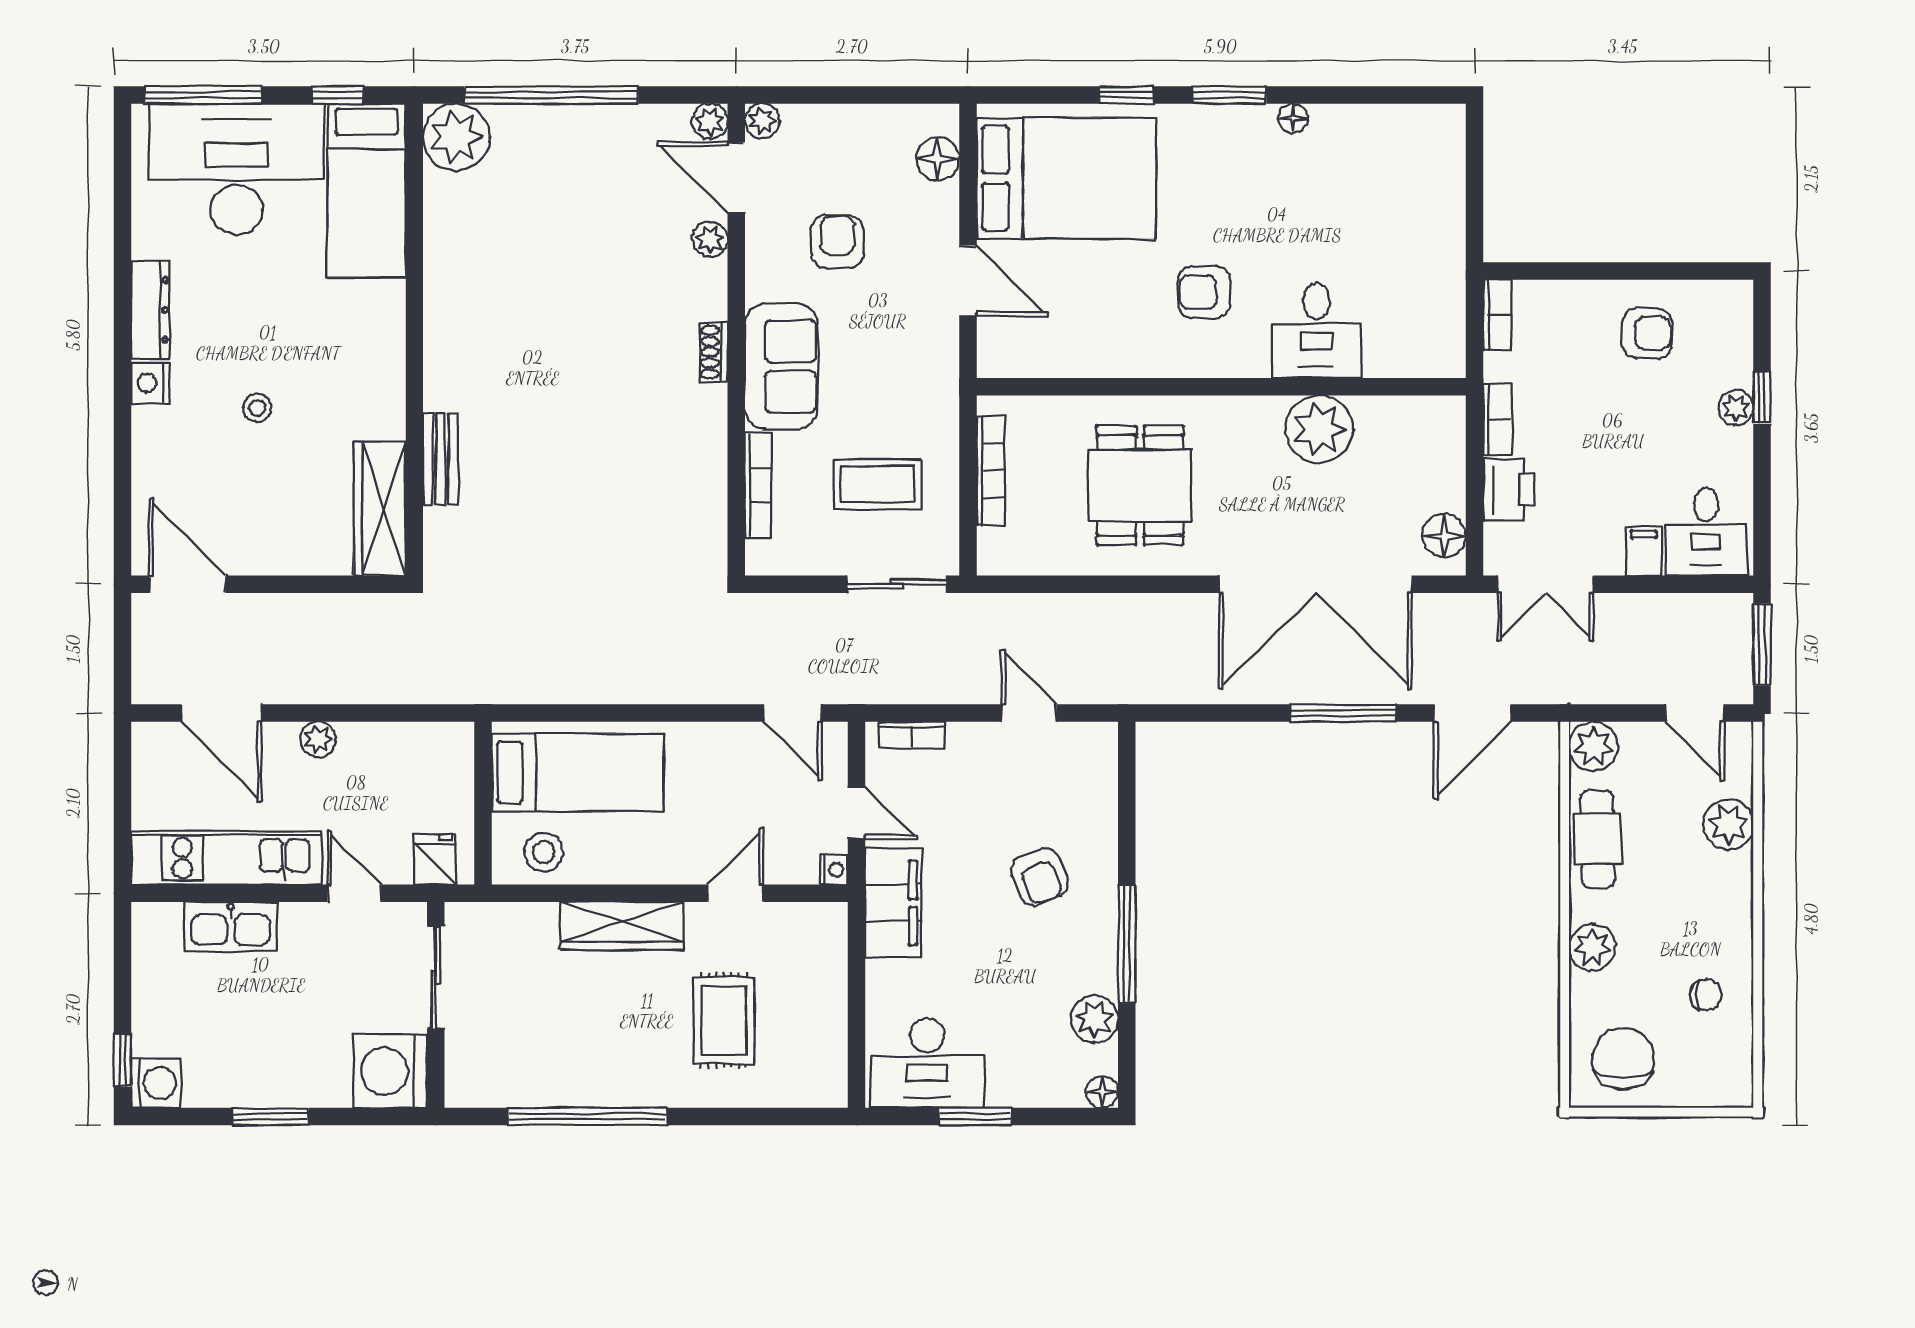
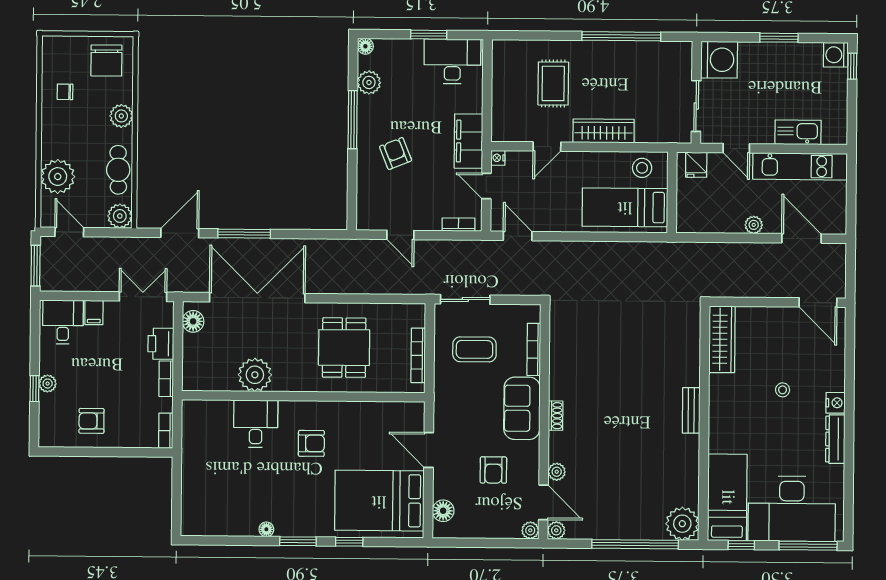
bench: (440, 459) -> (691, 410), moved
plant: (1728, 824) -> (58, 177), width x1.36, depth x1.36

